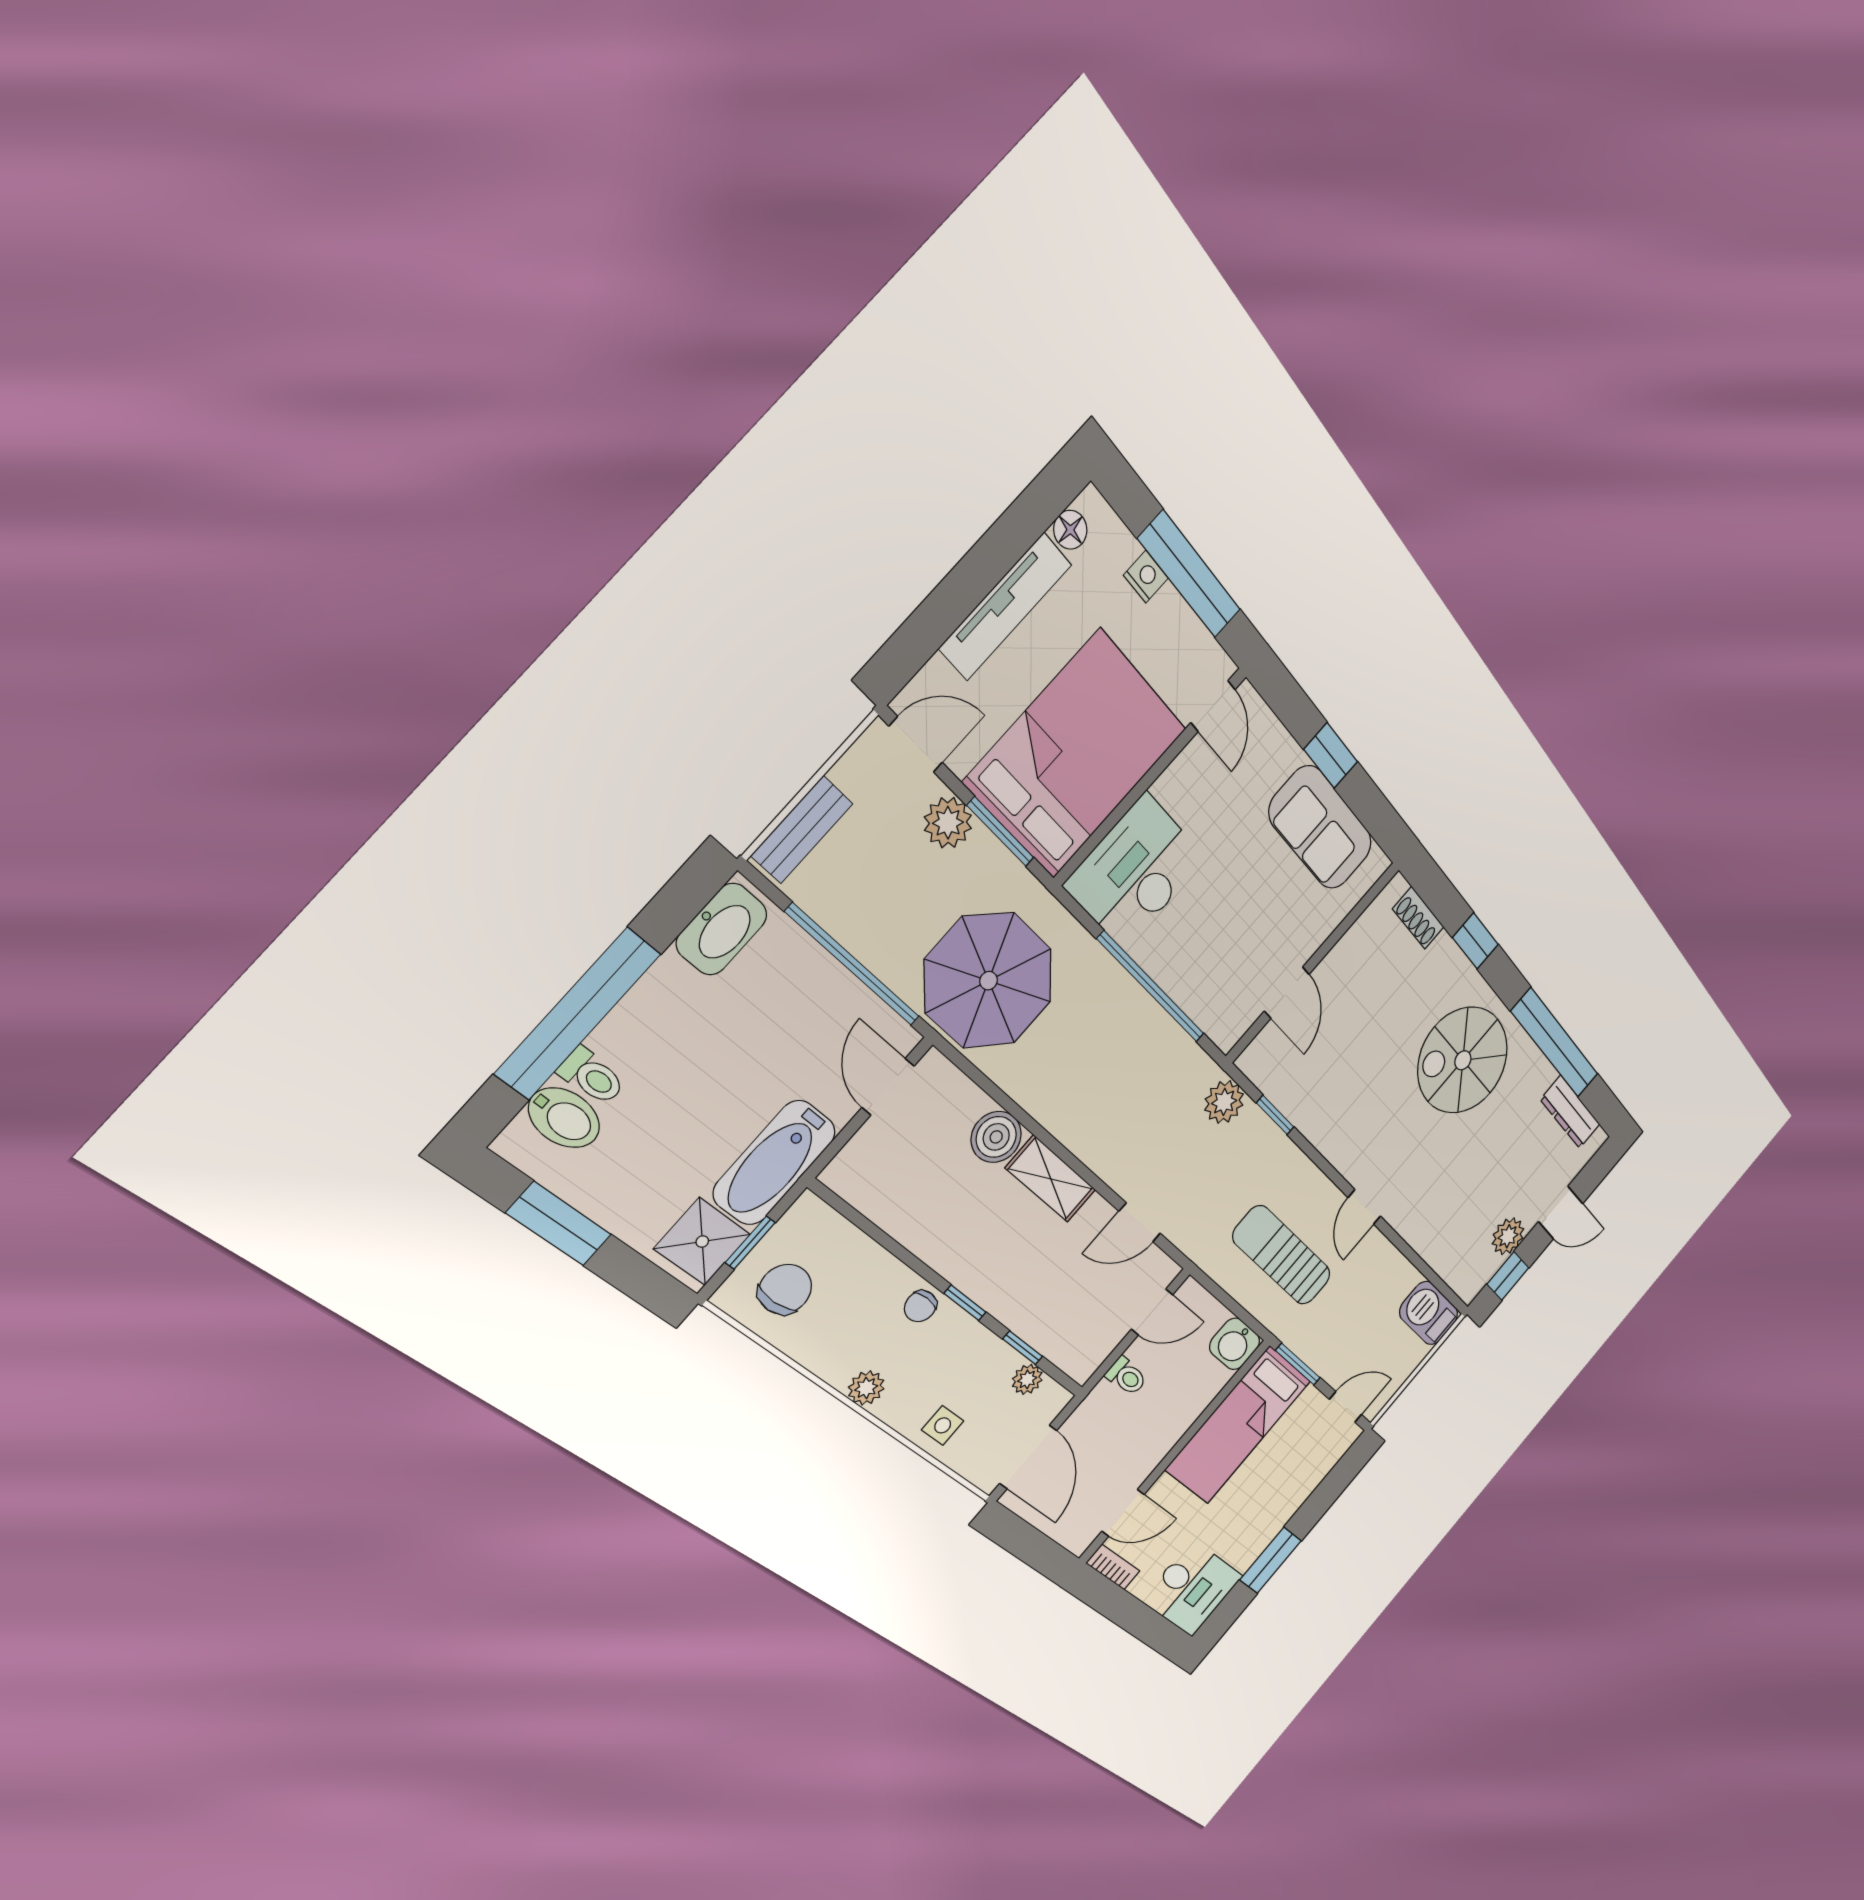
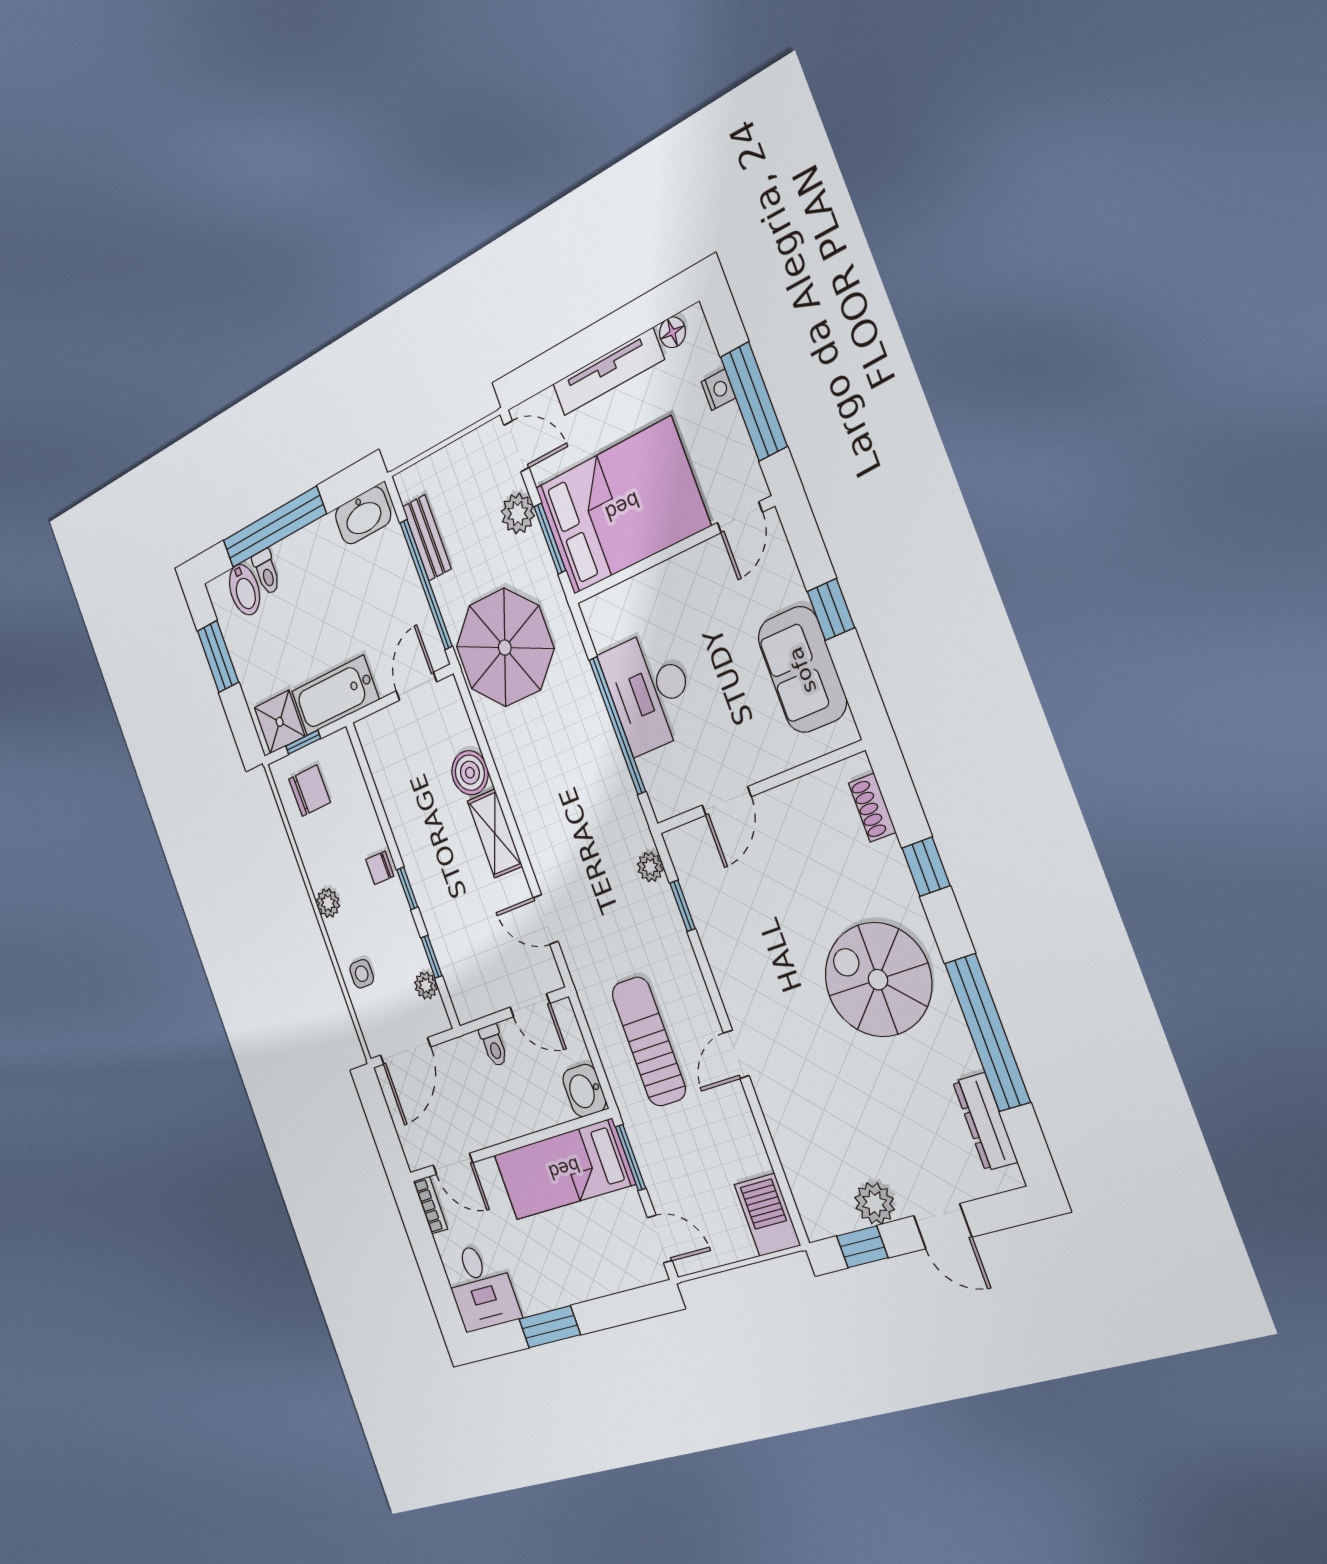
bench: (802, 830) -> (427, 538), moved, turned 90
desk: (1135, 872) -> (649, 691), moved, turned -90
plant: (1224, 1102) -> (650, 867), width x0.73, depth x0.73

